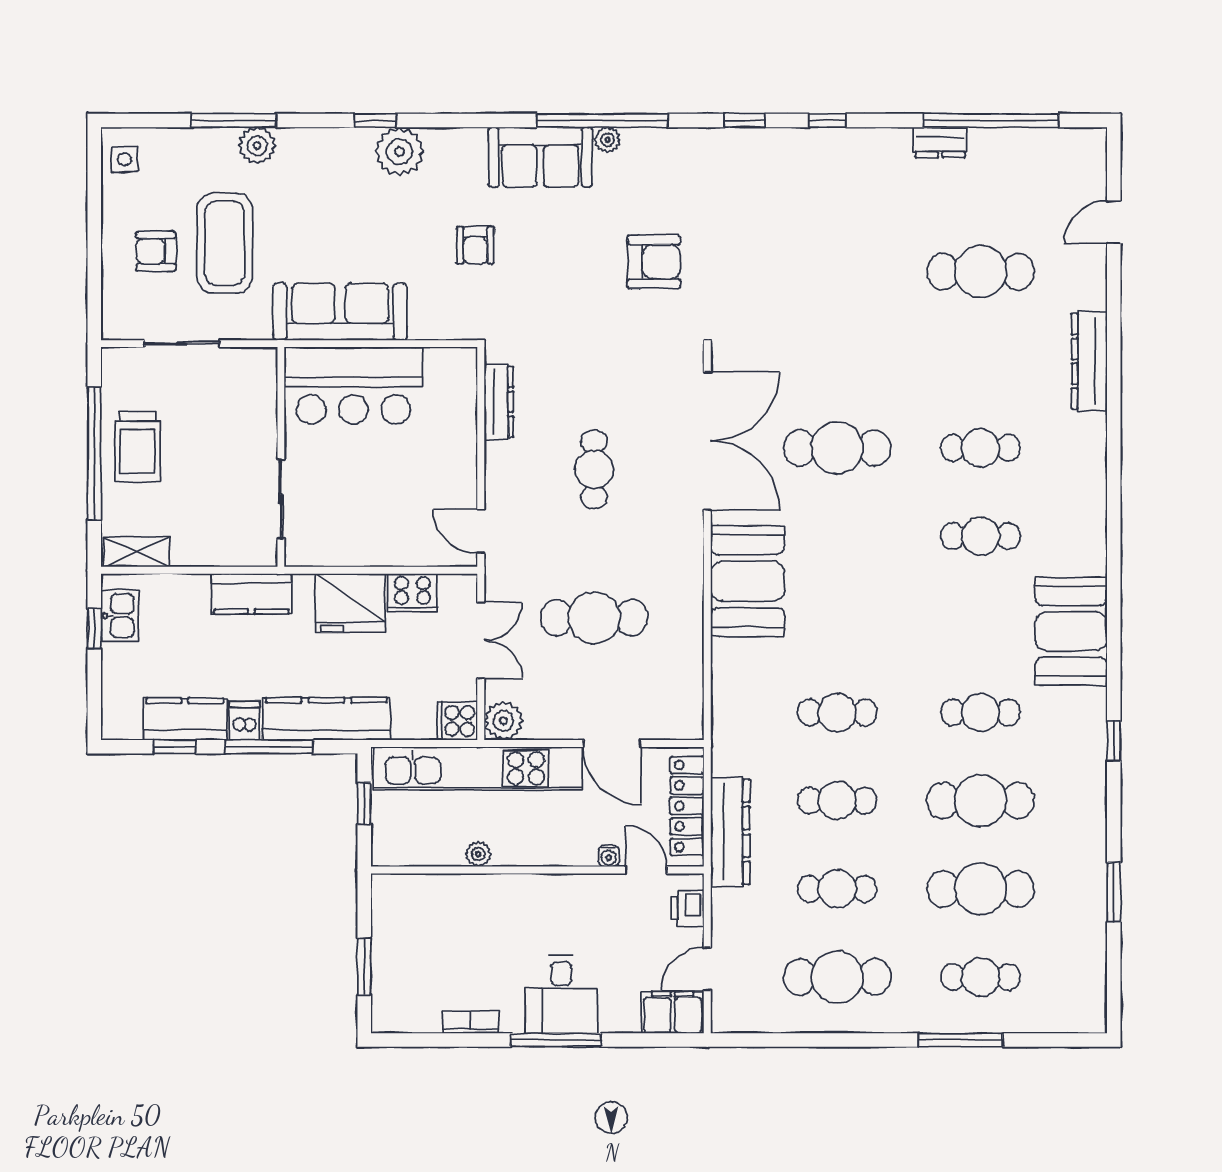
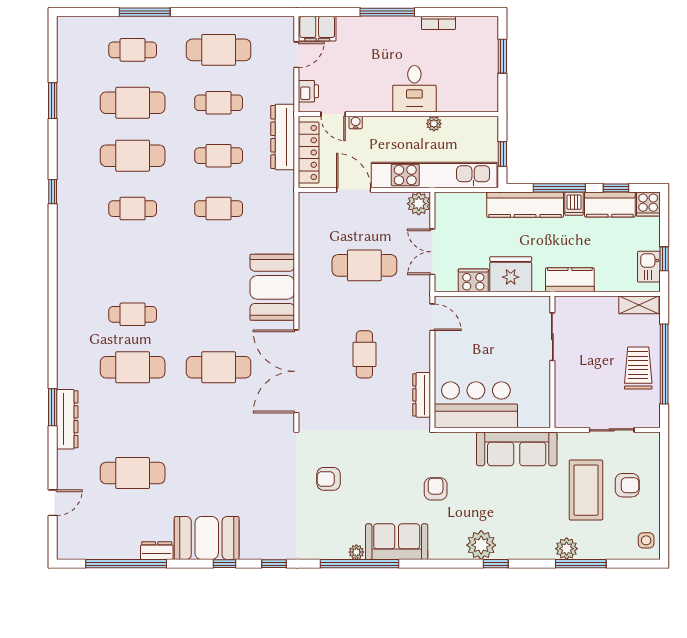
armchair: (654, 262) -> (329, 479), width x0.72, depth x0.72
window: (1114, 381) -> (53, 407), added
bar counter: (353, 385) -> (476, 405), moved
cafe table: (981, 448) -> (133, 367), width x1.37, depth x1.35
booth: (1071, 631) -> (207, 538), moved, turned 90
cooker: (457, 721) -> (648, 204), moved, turned 90
desk: (561, 994) -> (414, 89), moved, turned 180

